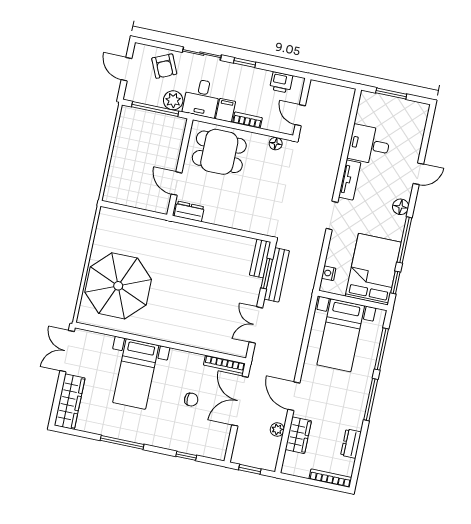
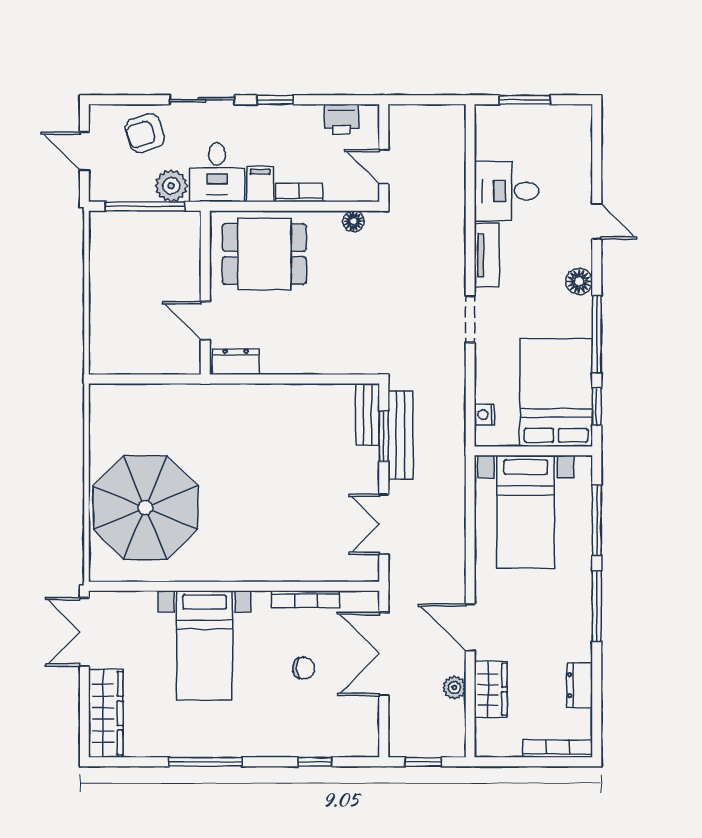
armchair: (164, 66) -> (145, 133), turned 96
door: (418, 174) -> (597, 221), hinge flipped
bookcase: (224, 364) -> (306, 599), moved

